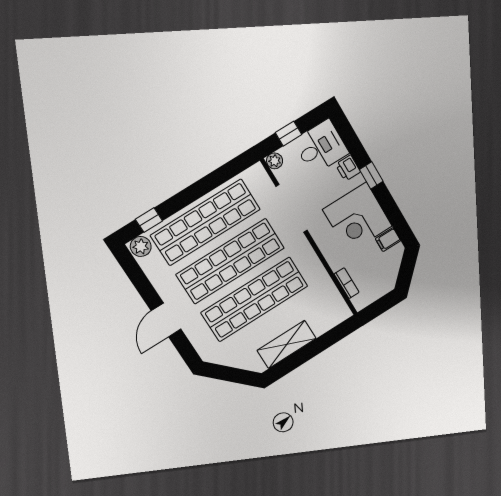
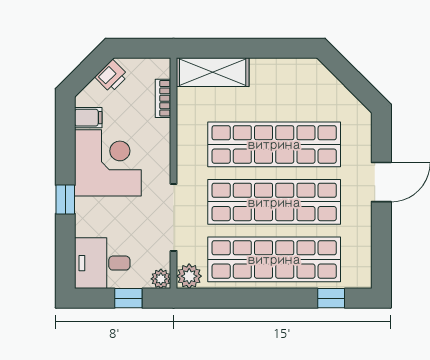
printer: (348, 168) -> (112, 76), moved, turned 45
plant: (141, 246) -> (189, 276), moved
shelving: (287, 344) -> (213, 72), moved

